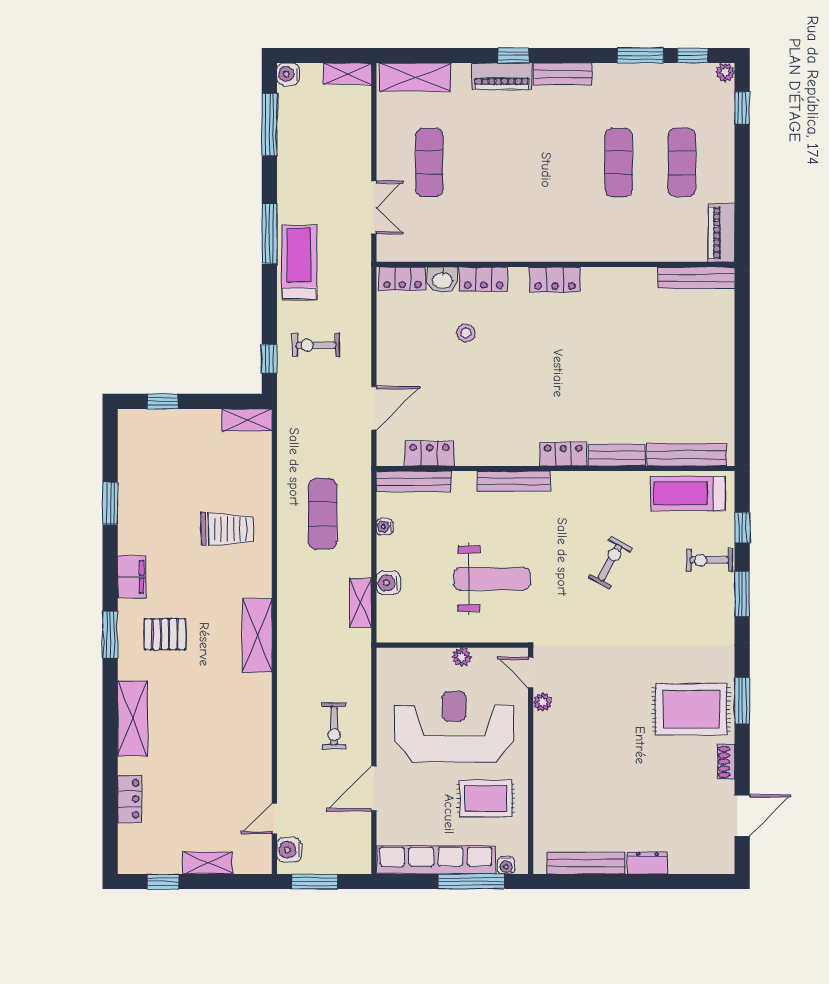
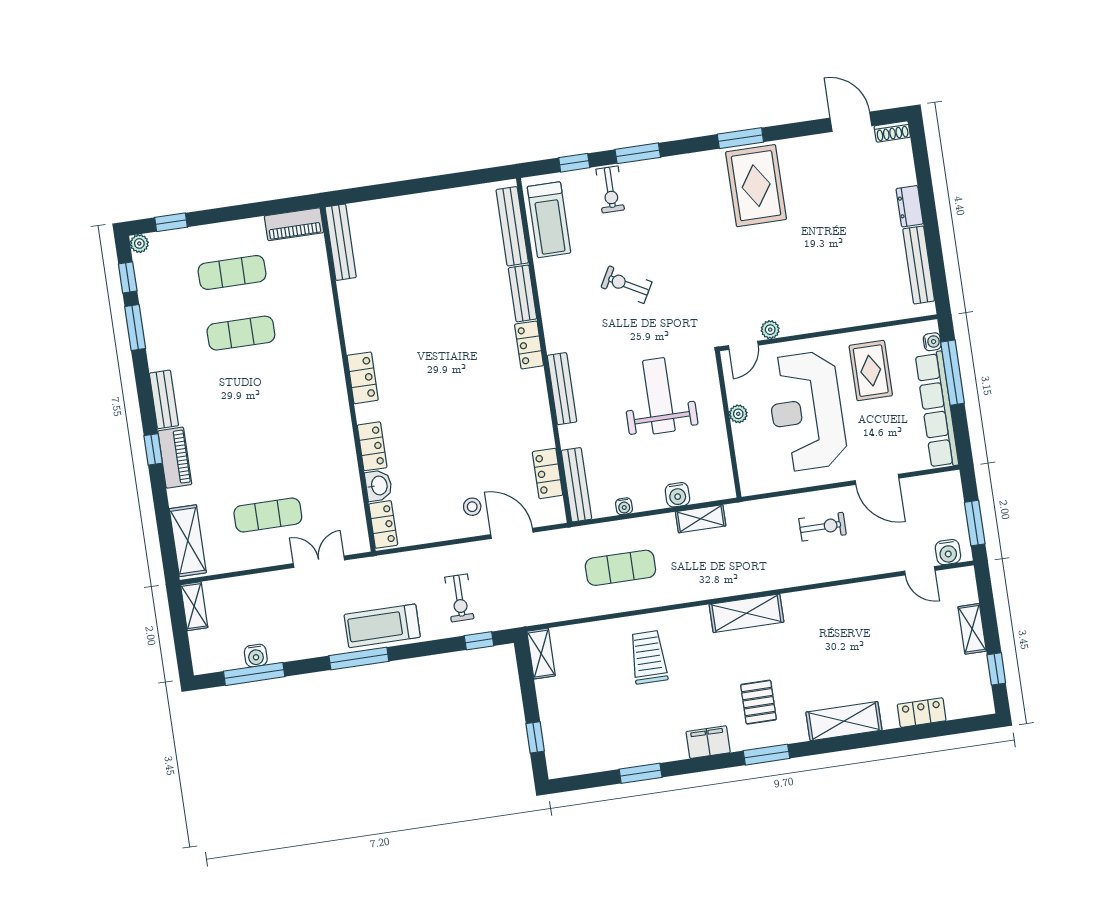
water cooler: (288, 74) -> (256, 656), moved
stool: (466, 333) -> (472, 507), moved
shoe rack: (726, 762) -> (892, 132), moved

